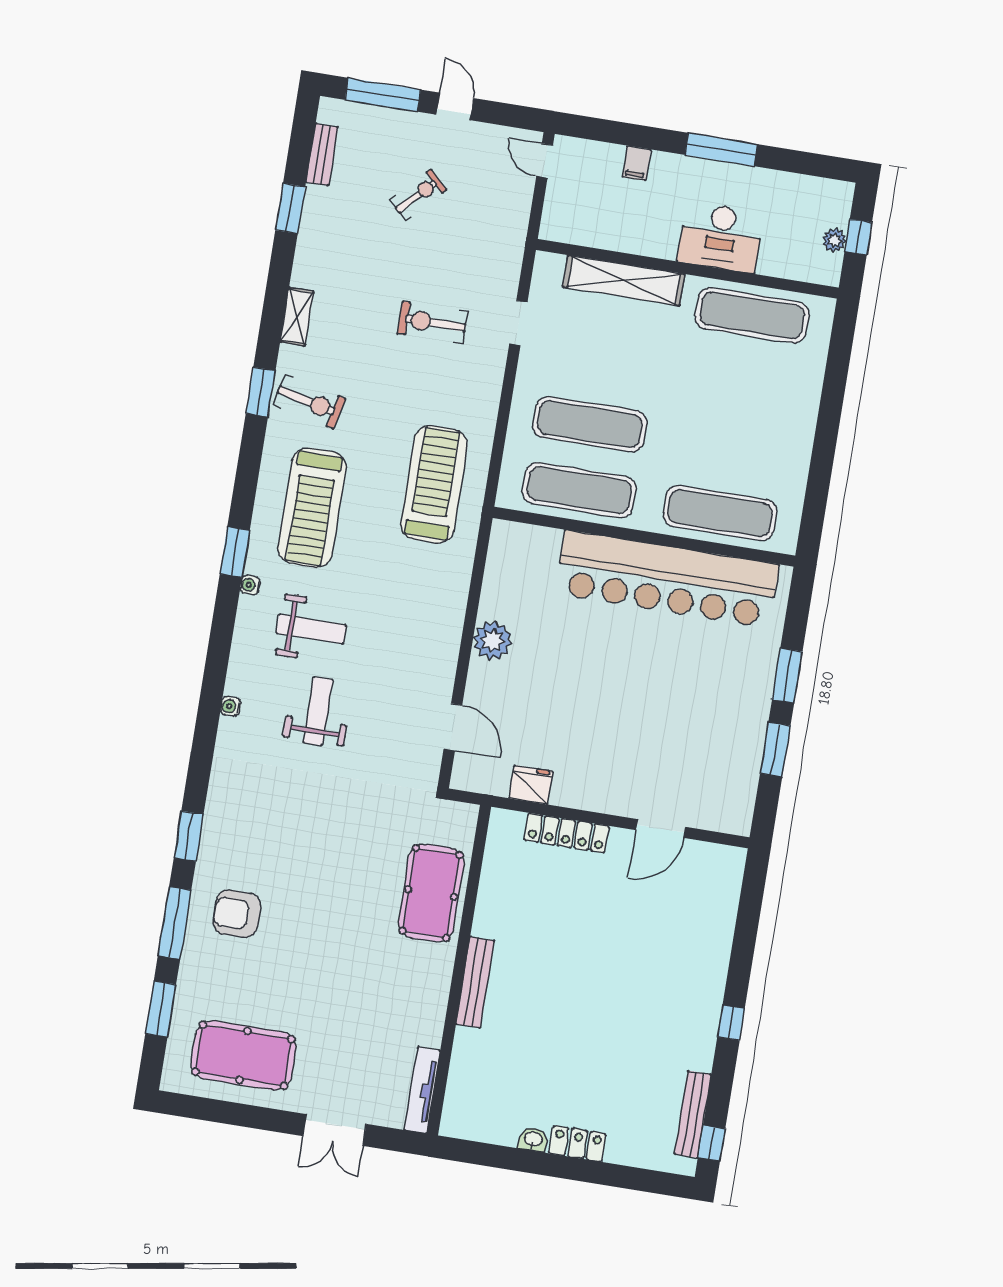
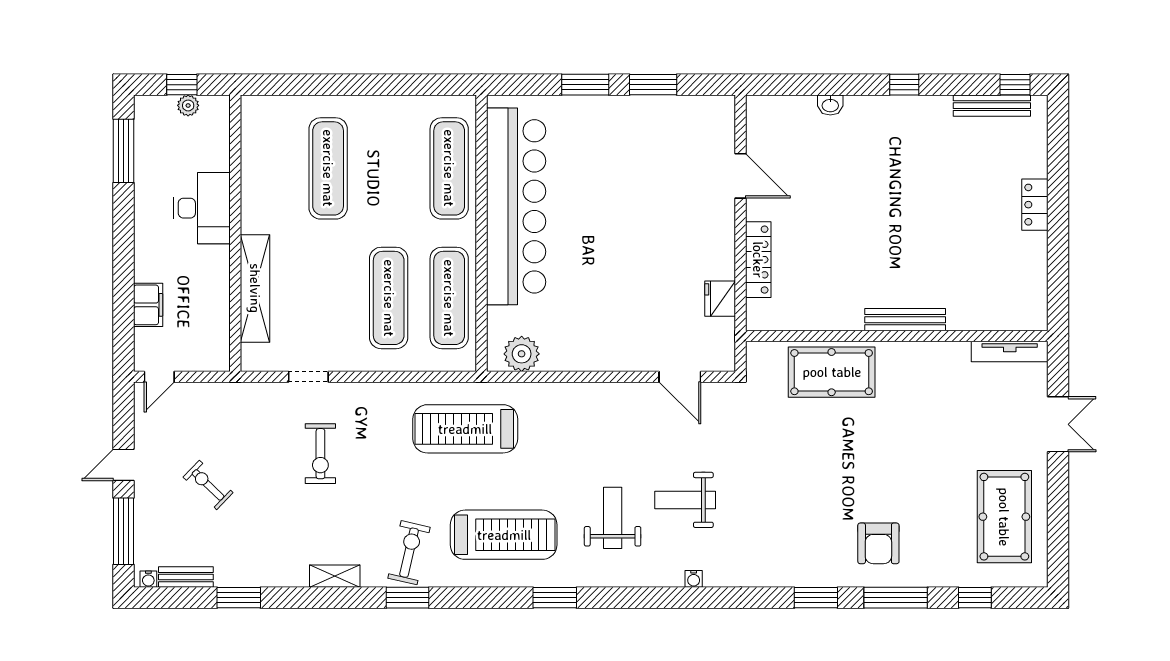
window: (721, 149) -> (123, 151), moved
filing cabinet: (636, 163) -> (148, 305), width x2.00
exercise mat: (752, 315) -> (328, 168), moved
water cooler: (250, 585) -> (148, 579), moved
plant: (492, 641) -> (522, 354), moved
door: (453, 727) -> (680, 377), swing flipped
window: (161, 1009) -> (975, 598), width x0.67
washbasin: (533, 1140) -> (830, 105), moved, turned -90

